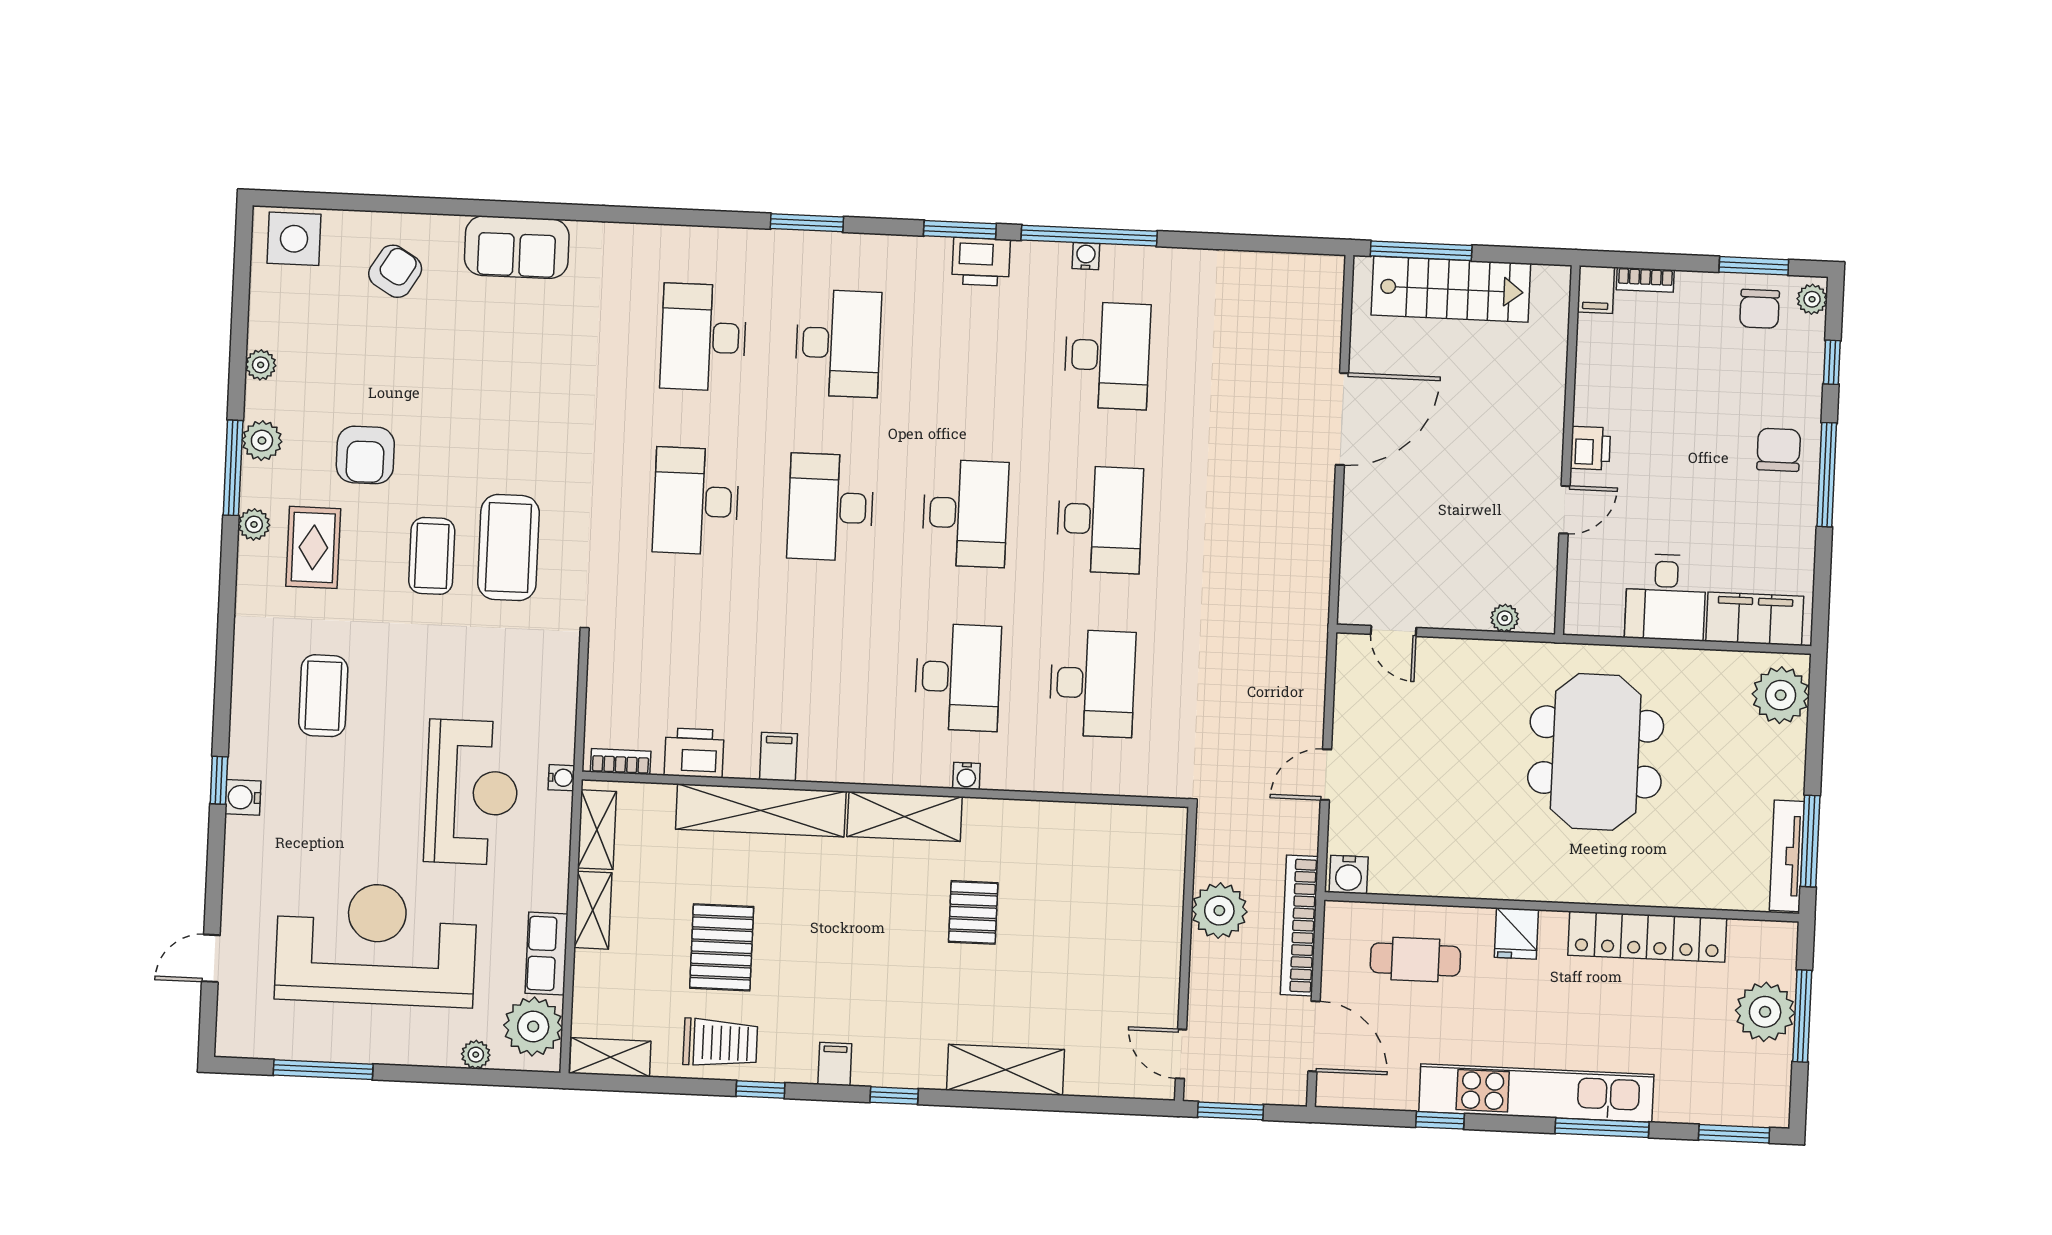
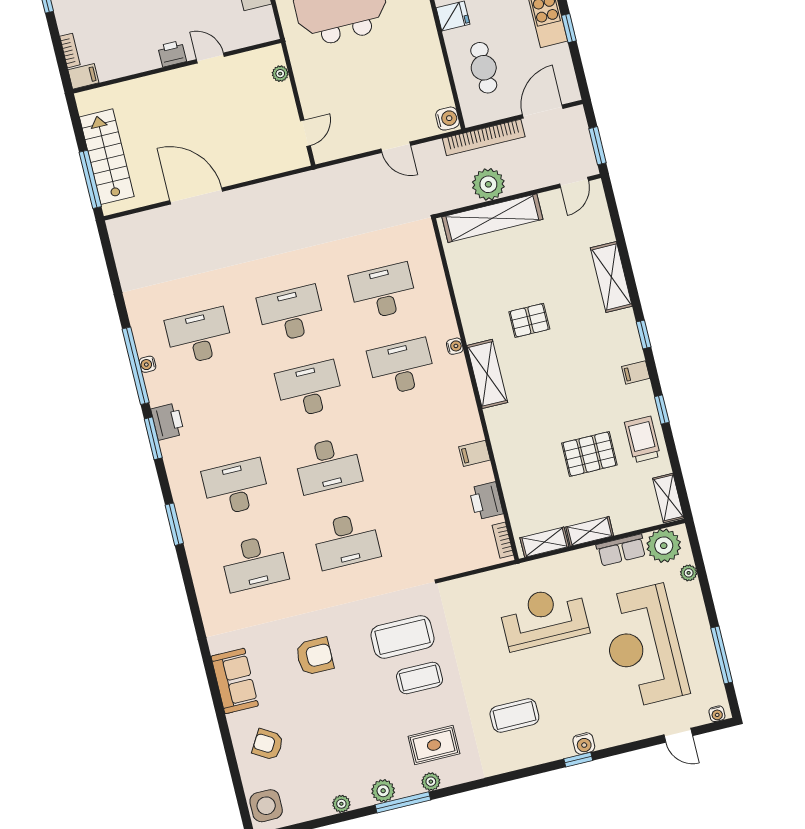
armchair: (365, 455) -> (315, 656), moved
water cooler: (561, 778) -> (717, 714), moved, turned 180
shelving: (761, 810) -> (492, 218), moved, turned 90

